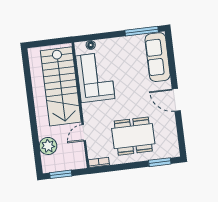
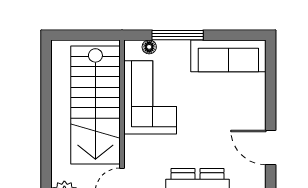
window: (142, 31) -> (178, 35), moved
sofa: (158, 57) -> (228, 56), moved, turned -90

